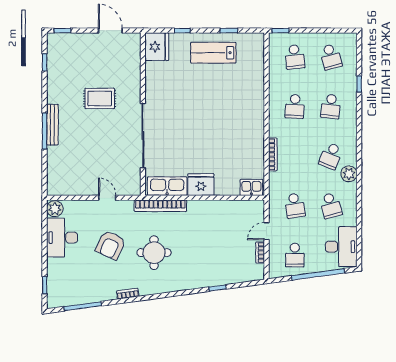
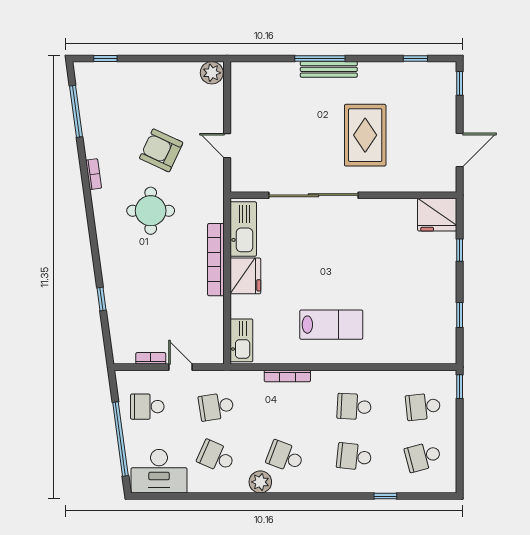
lab bench: (213, 53) -> (331, 325), moved, turned 90
rug: (100, 98) -> (365, 135), width x1.36, depth x1.43
kitchen sink: (251, 187) -> (241, 340), width x1.38
door: (107, 198) -> (227, 146), swing flipped
bookcase: (160, 206) -> (216, 260), moved
school desk: (331, 206) -> (216, 457), turned 39
desk: (62, 238) -> (172, 83), removed

